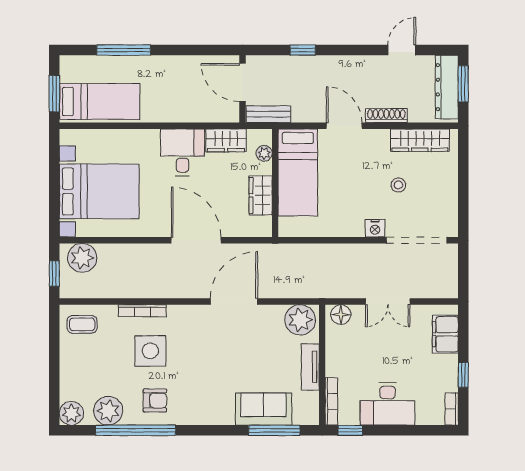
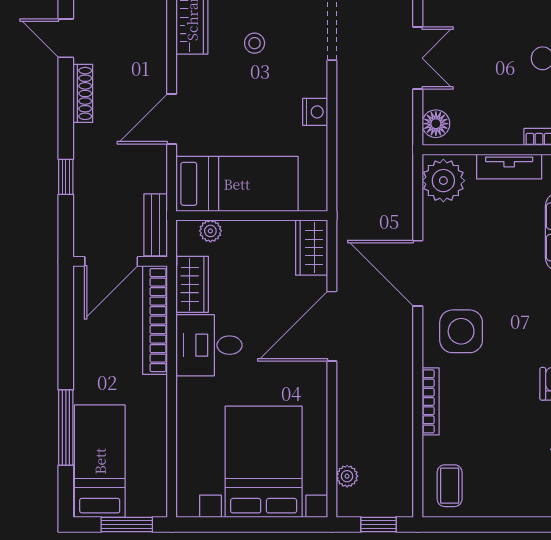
bed: (100, 102) -> (100, 461), moved
bookcase: (200, 114) -> (155, 320), added
shoe rack: (386, 116) -> (83, 93), moved, turned 180
wardrobe: (261, 195) -> (312, 248), moved, turned 90
nightstand: (375, 228) -> (315, 112), moved
plant: (82, 258) -> (347, 476), width x0.53, depth x0.53
side table: (150, 351) -> (461, 331), moved

